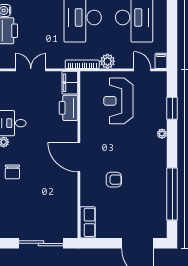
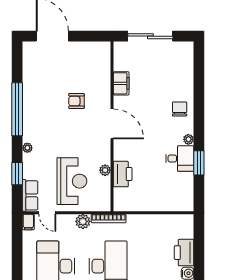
double door: (31, 70) -> (161, 213), removed
filing cabinet: (70, 83) -> (121, 83), moved
plant: (86, 112) -> (105, 170), added
window: (172, 194) -> (17, 109), moved
row of seats: (88, 222) -> (30, 195), moved, turned 180

